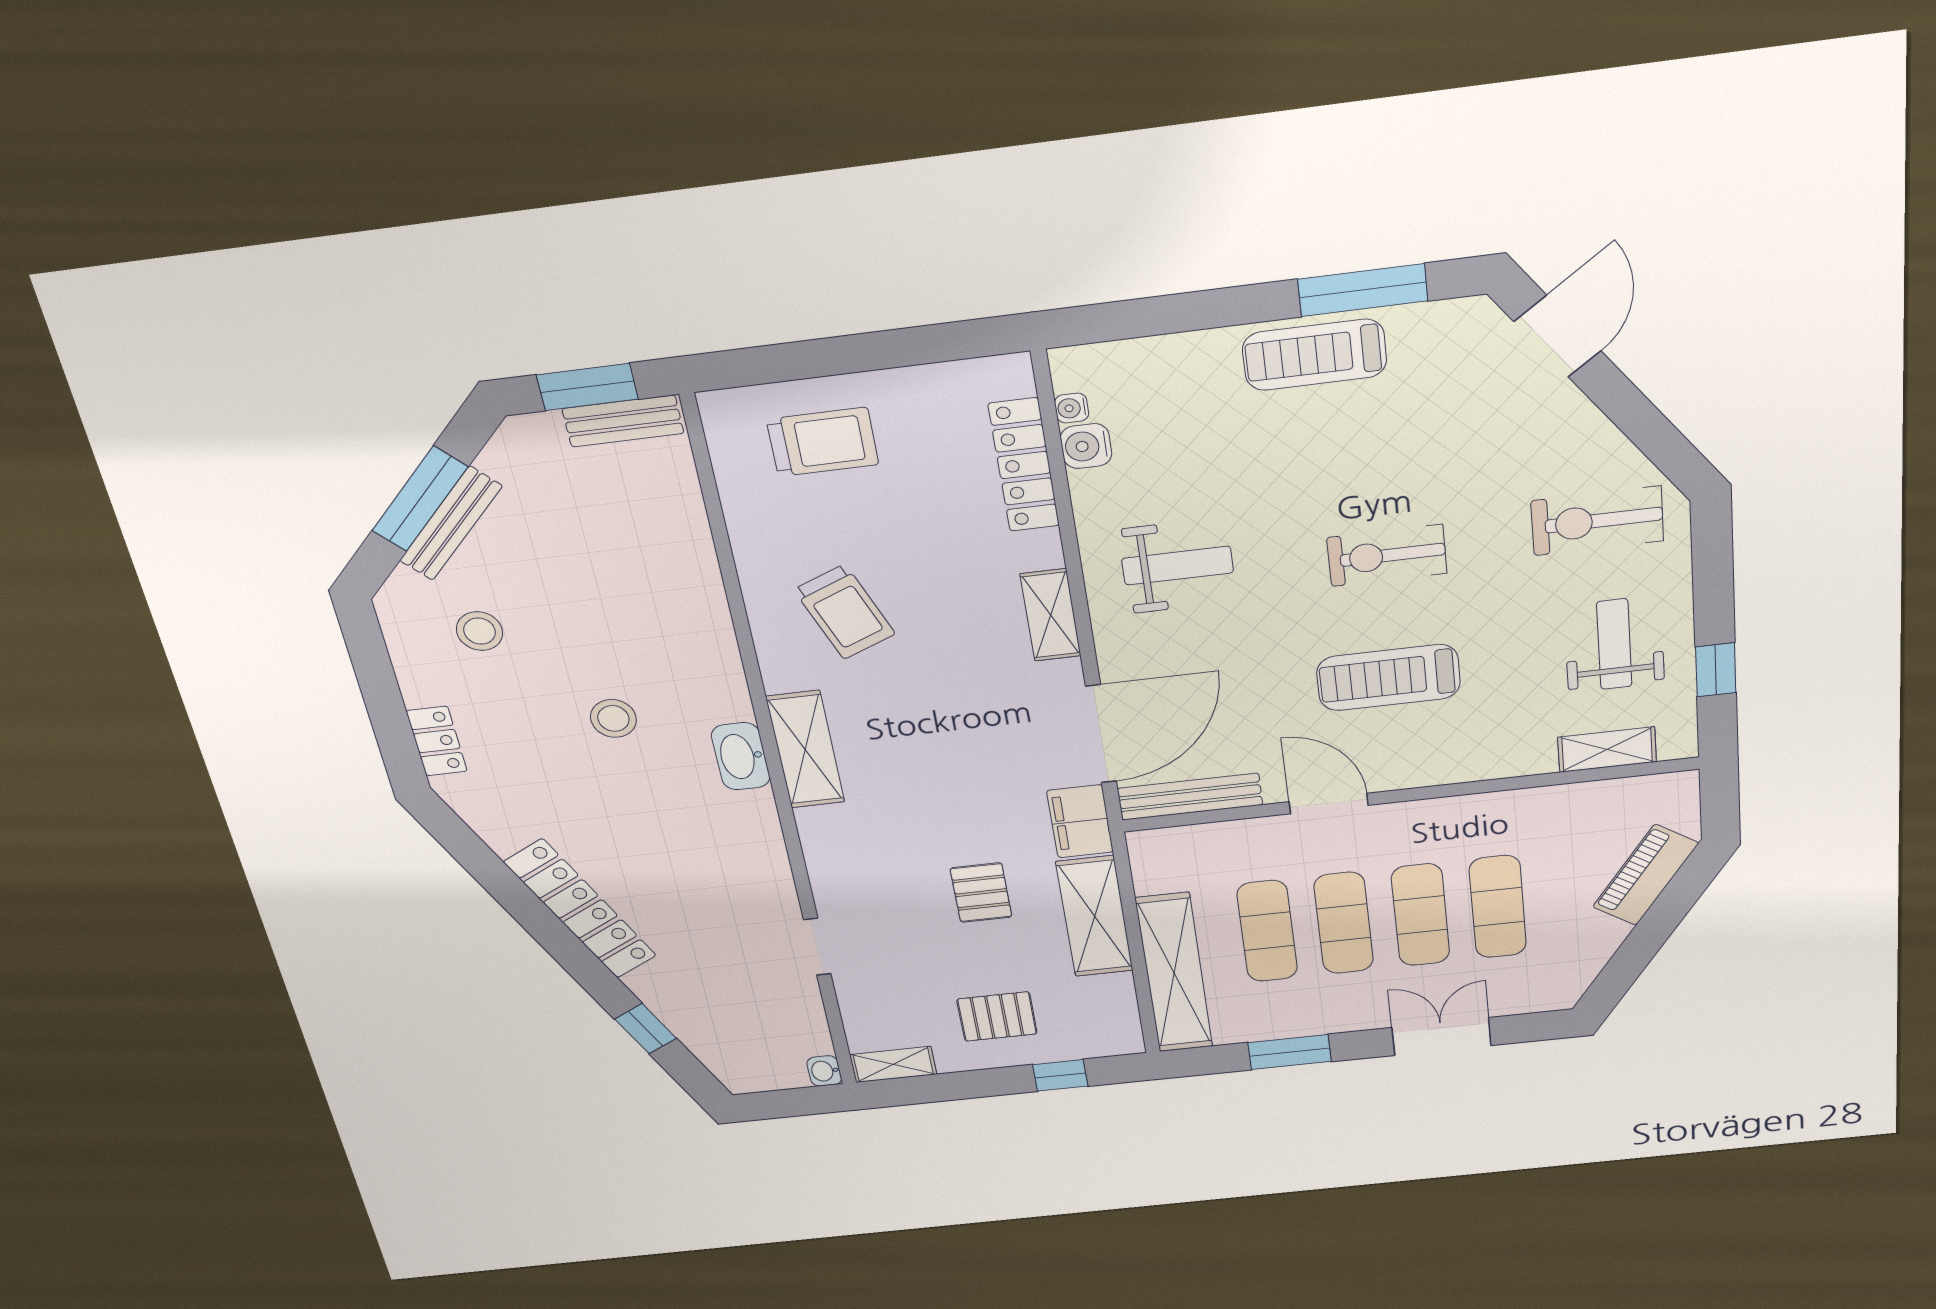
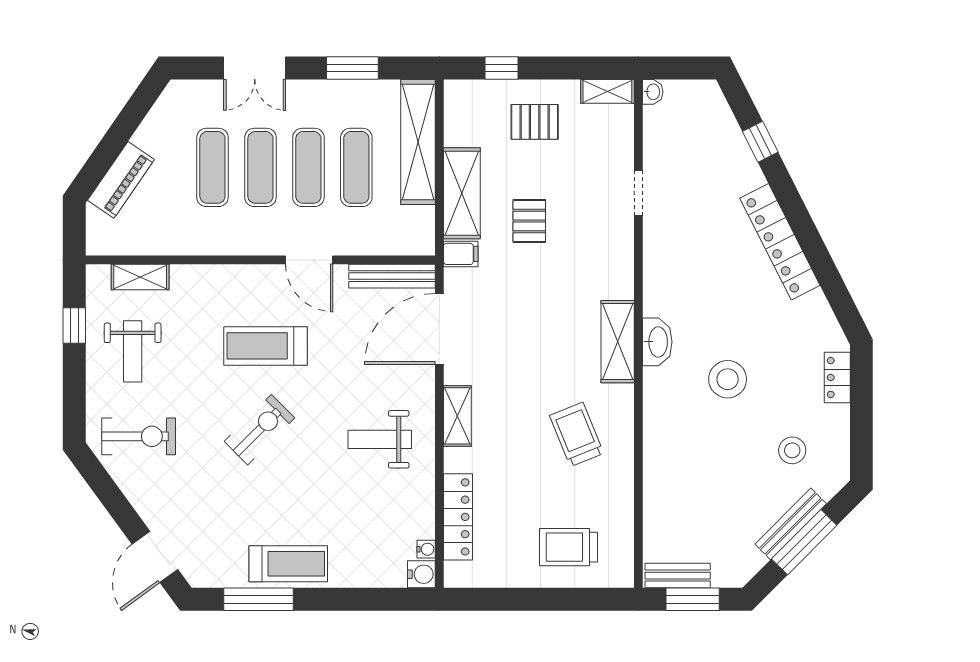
water cooler: (1086, 446) -> (421, 574), moved
exercise bike: (1387, 555) -> (259, 430), turned -45
treadmill: (1388, 678) -> (266, 346), turned 180
stool: (613, 718) -> (728, 379), width x1.38, depth x1.38
filing cabinet: (1080, 821) -> (461, 254), width x0.50

